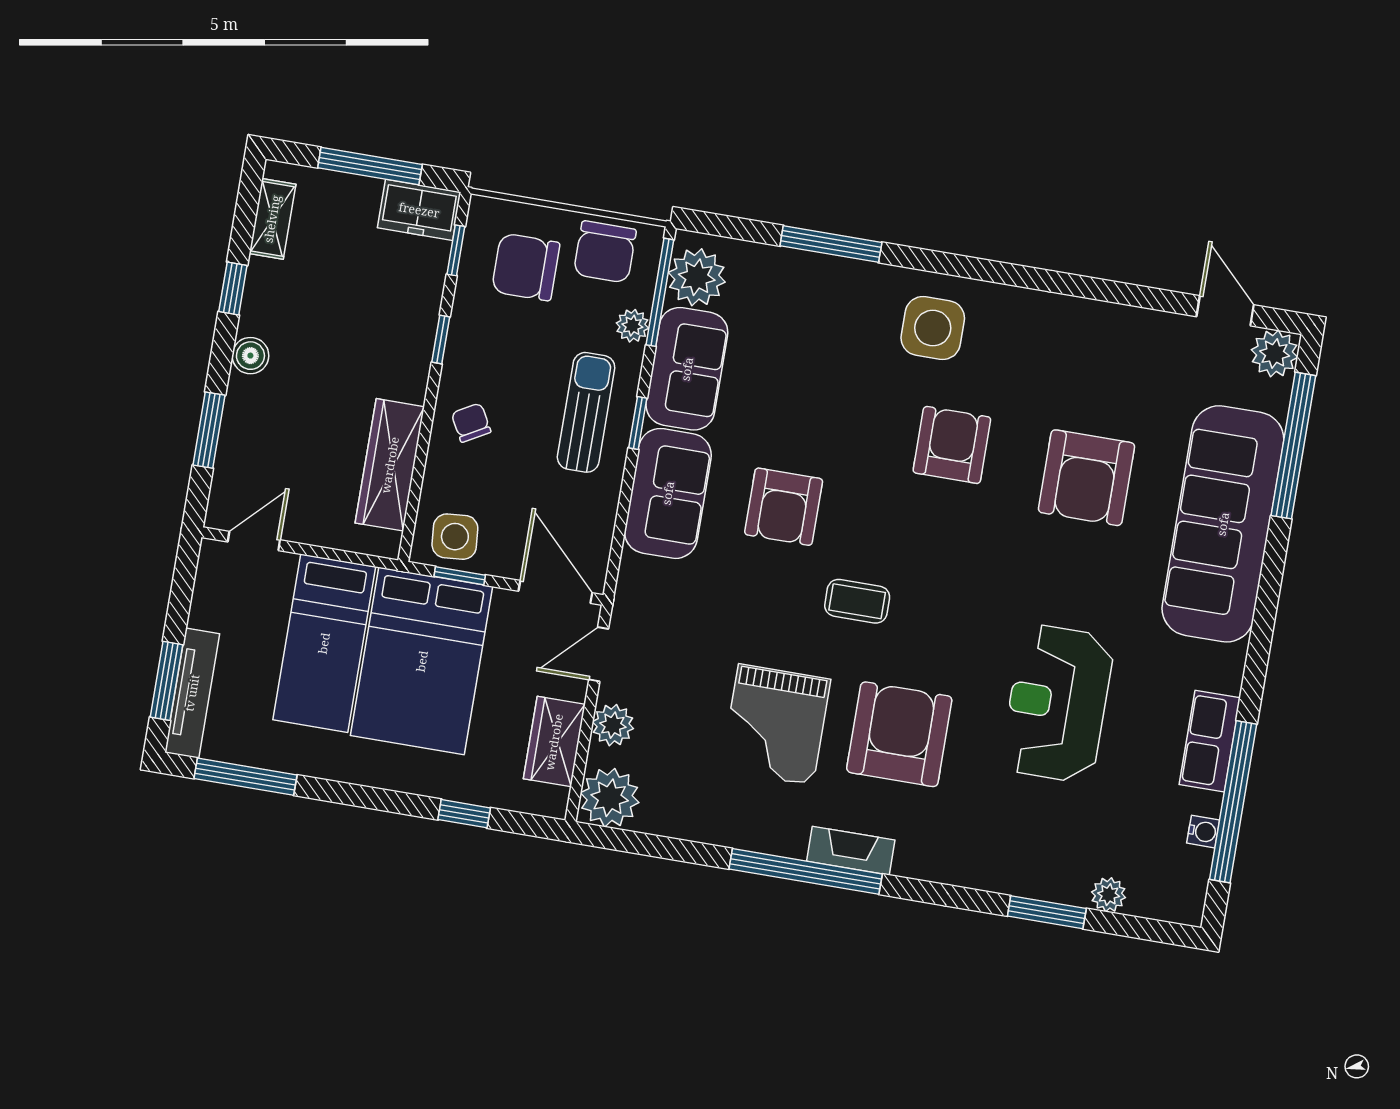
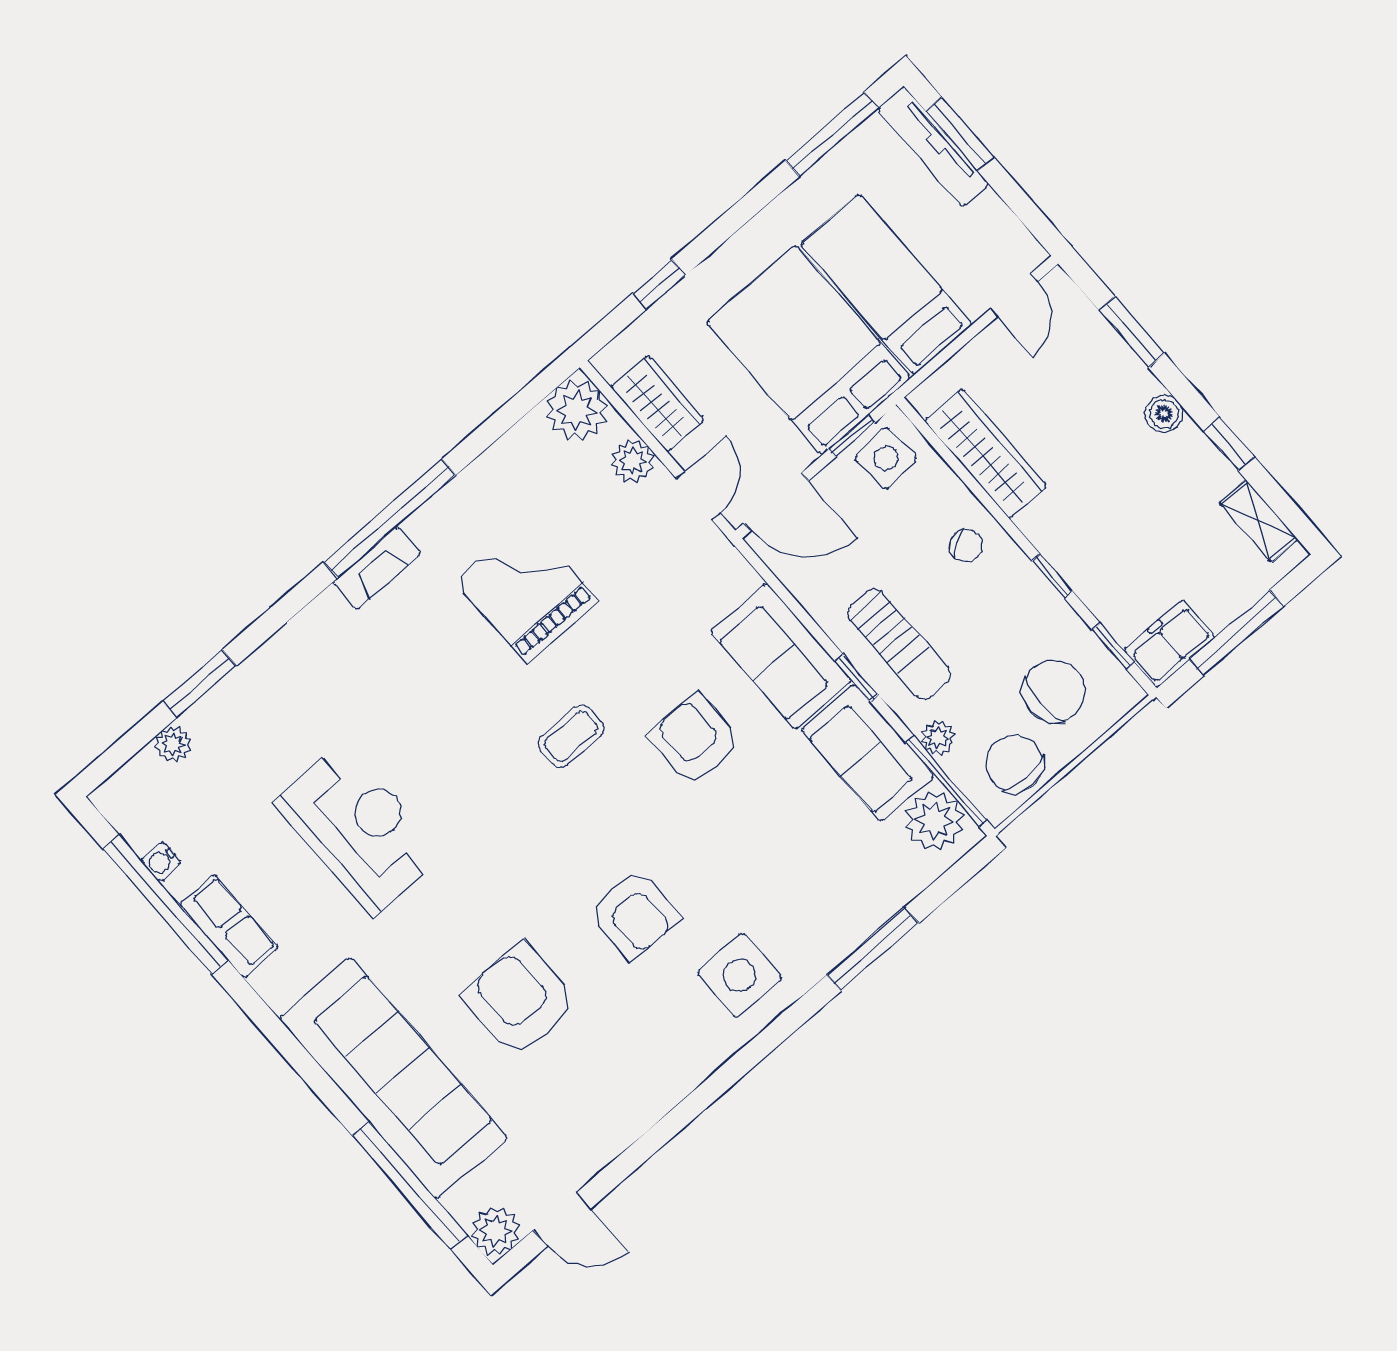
armchair: (899, 734) -> (438, 683), removed

